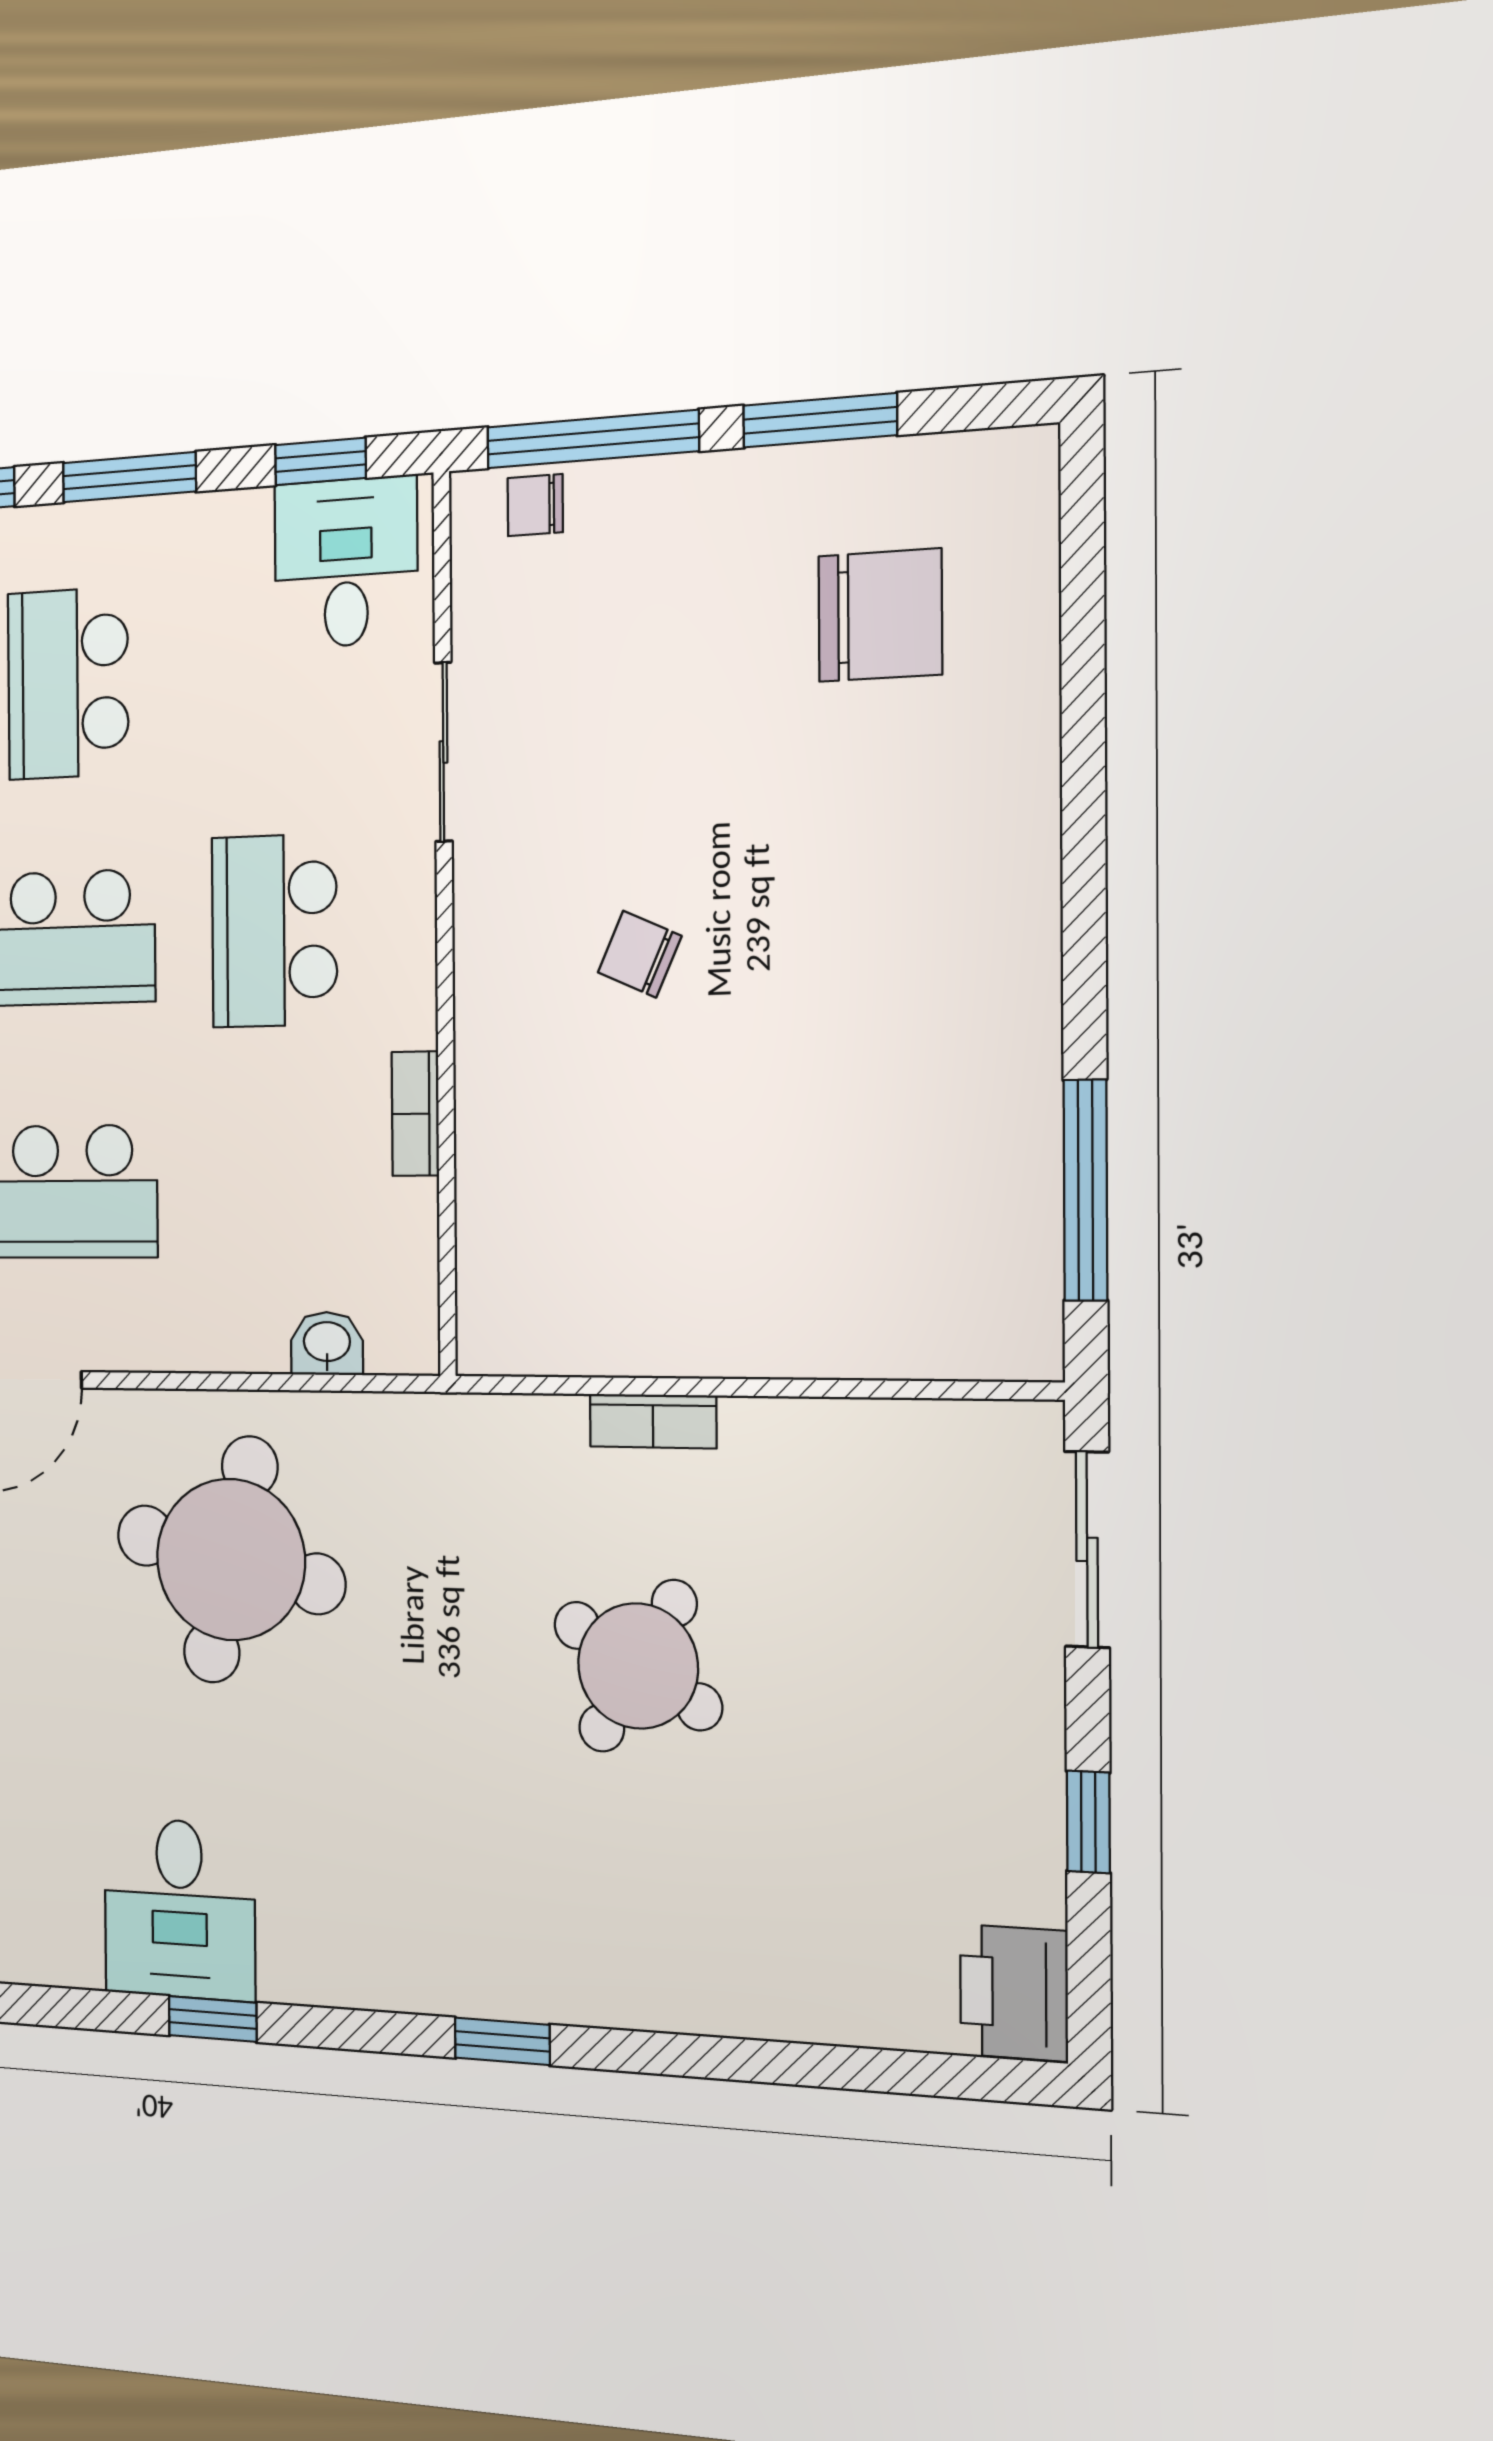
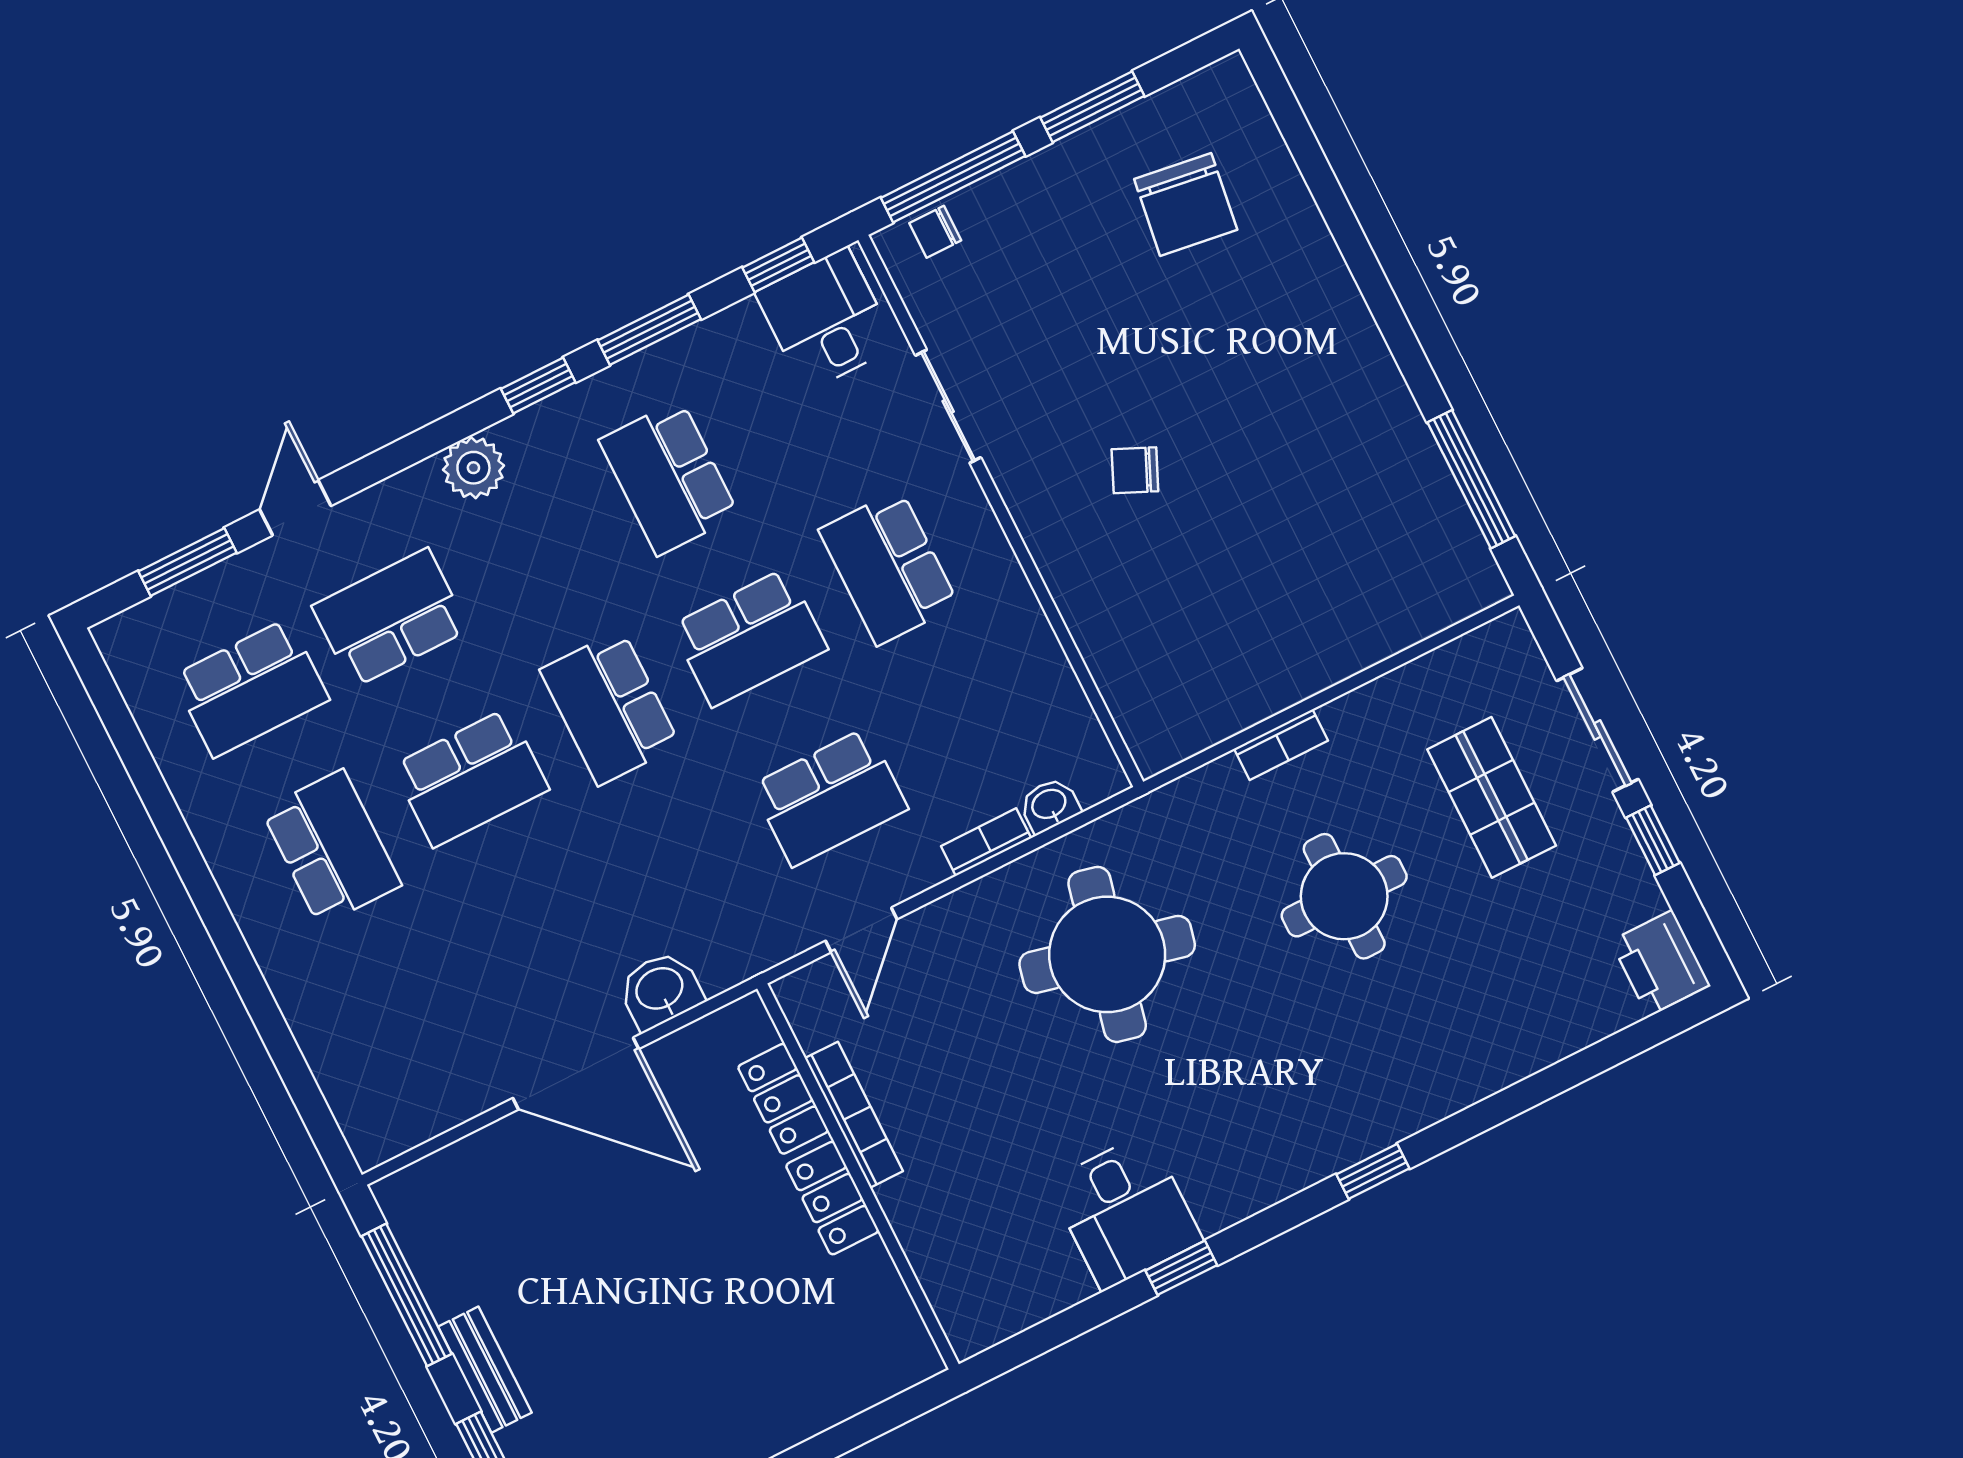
chair: (880, 615) -> (1186, 204), turned 98
bookcase: (415, 1114) -> (986, 842), moved, turned 90
sliding door: (1087, 1549) -> (1597, 730), moved
round table: (231, 1560) -> (1107, 954), moved
shop shelf: (896, 1642) -> (1492, 797), added
round table: (638, 1666) -> (1344, 896), turned -31

